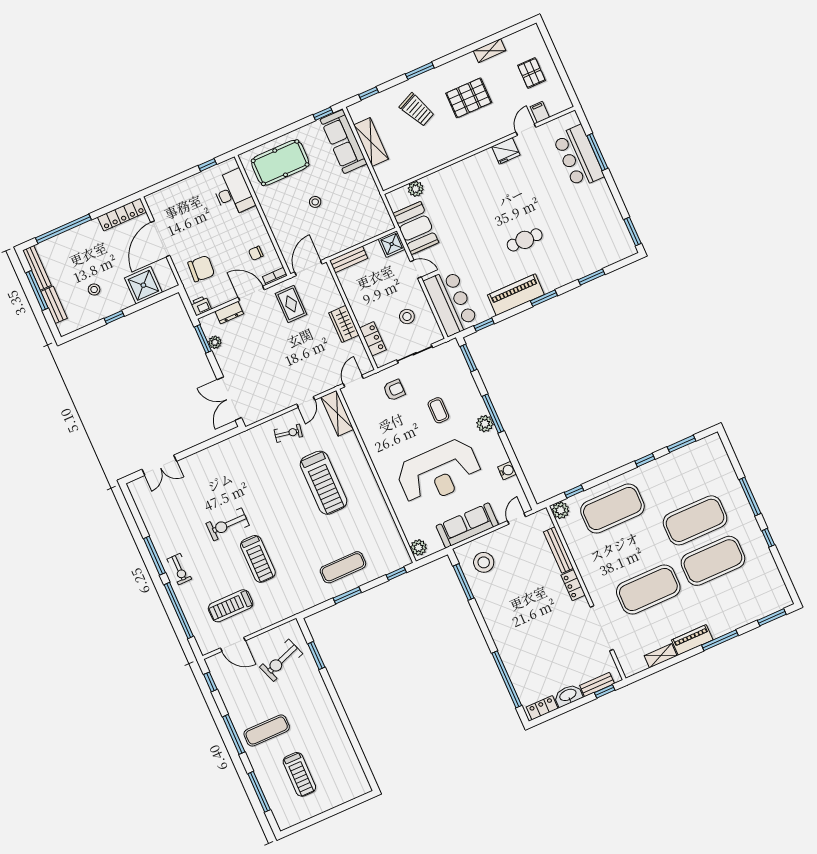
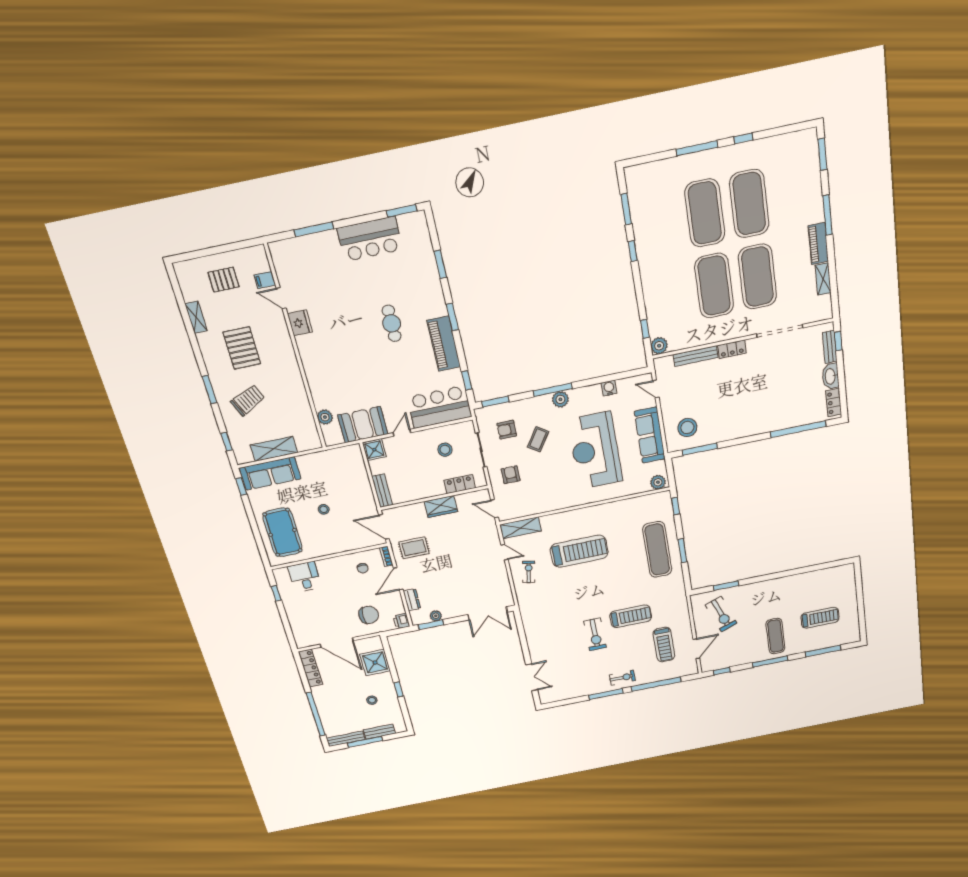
bar counter: (578, 157) -> (370, 239), moved
desk: (233, 193) -> (305, 577), width x0.73
chair: (201, 269) -> (369, 615), turned 86
armchair: (442, 376) -> (507, 430), added
coffee table: (438, 410) -> (538, 439), turned -56
reception desk: (439, 472) -> (595, 451), turned 180
exercise mat: (612, 509) -> (714, 286), moved
exercise mat: (343, 567) -> (657, 549), width x1.36, depth x1.45

